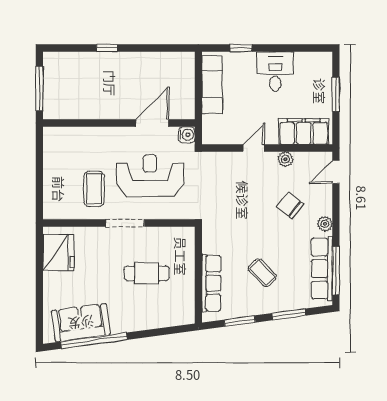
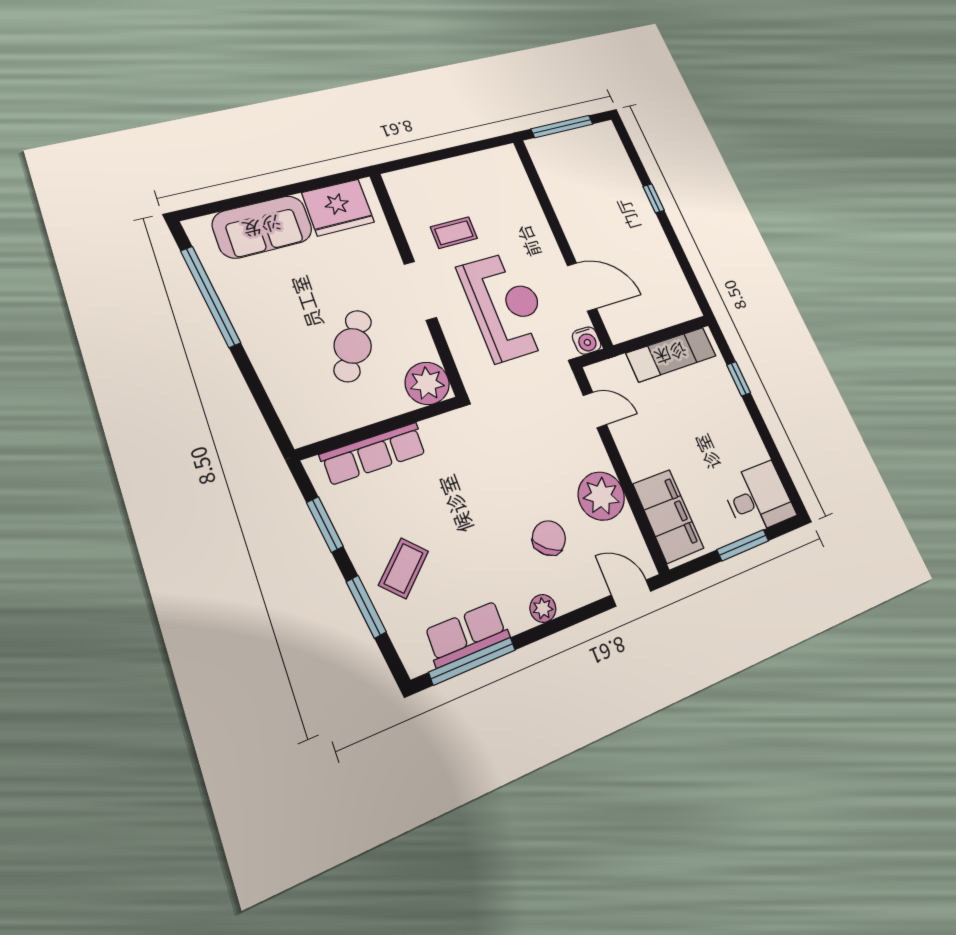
desk: (275, 71) -> (758, 498), moved
door: (254, 148) -> (595, 410), moved
plant: (285, 159) -> (601, 496), width x1.88, depth x1.88
coffee table: (94, 189) -> (454, 233), width x0.73, depth x0.77
plant: (182, 240) -> (427, 383), added
row of seats: (322, 269) -> (467, 634), width x0.68
cafe table: (147, 273) -> (353, 346), turned 31
coffee table: (262, 273) -> (404, 568), moved
sofa: (81, 323) -> (262, 227), moved, turned 98

